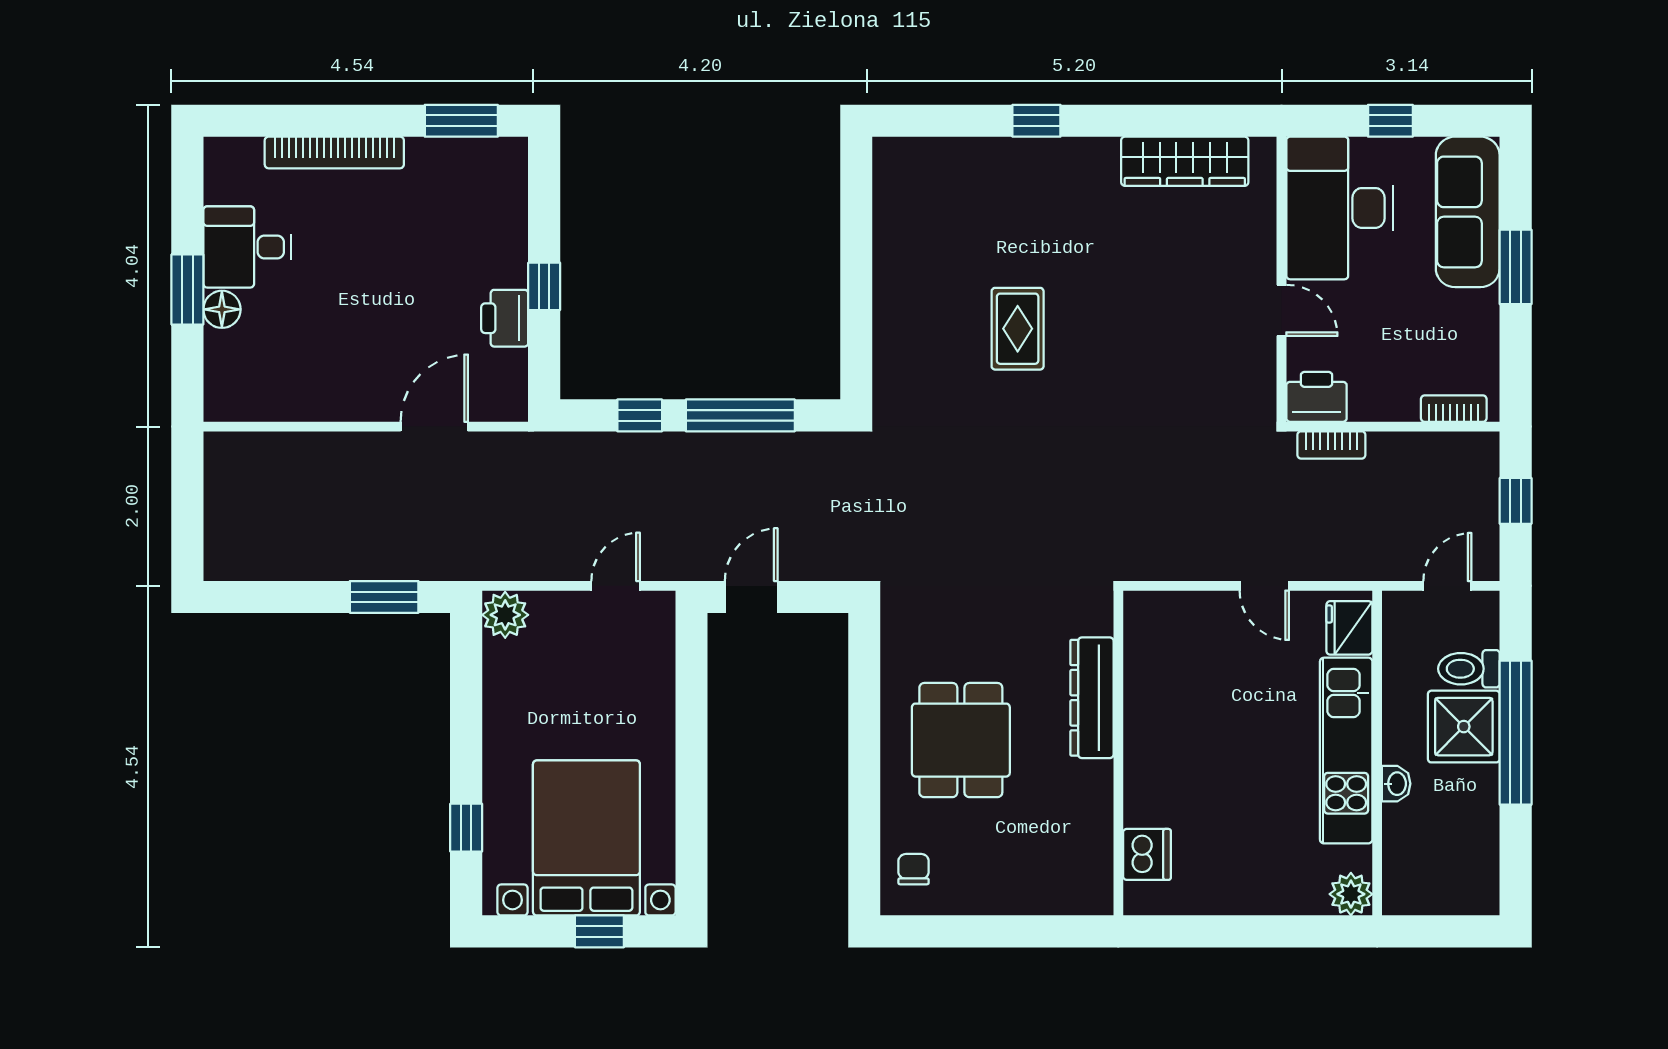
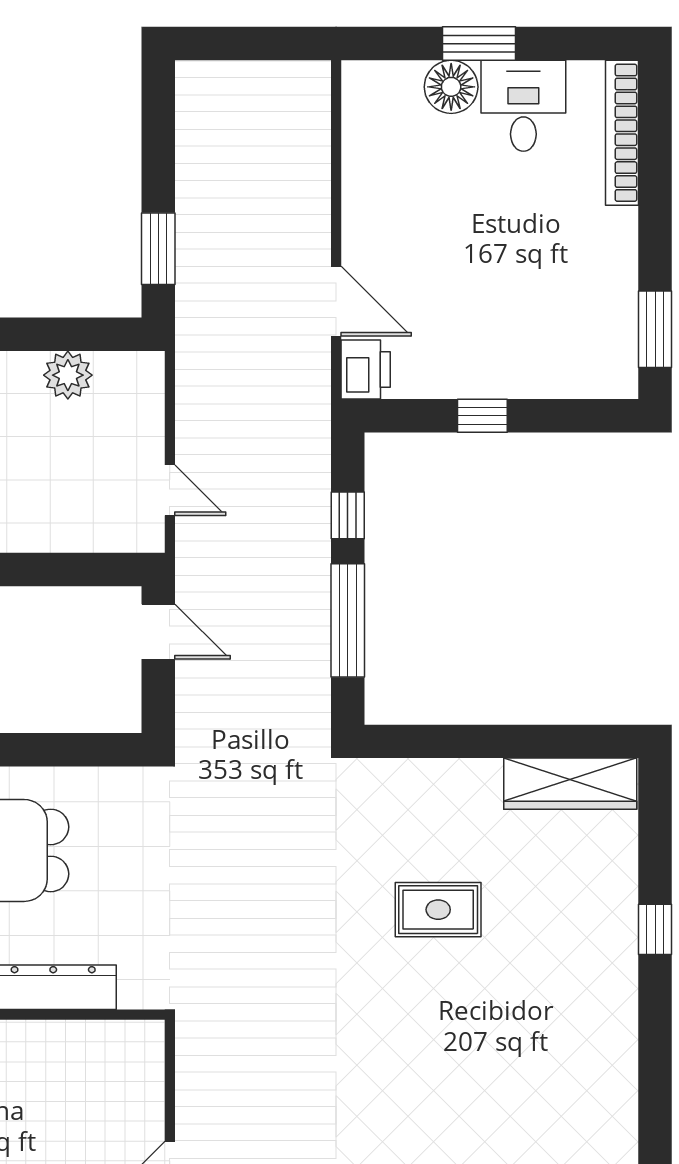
bookcase: (334, 152) -> (622, 133), moved
wardrobe: (1185, 161) -> (570, 784), moved, turned -90
floor lamp: (222, 309) -> (451, 87), width x1.38, depth x1.38
printer: (505, 318) -> (366, 369), moved, turned 90
plant: (505, 615) -> (68, 375), moved

